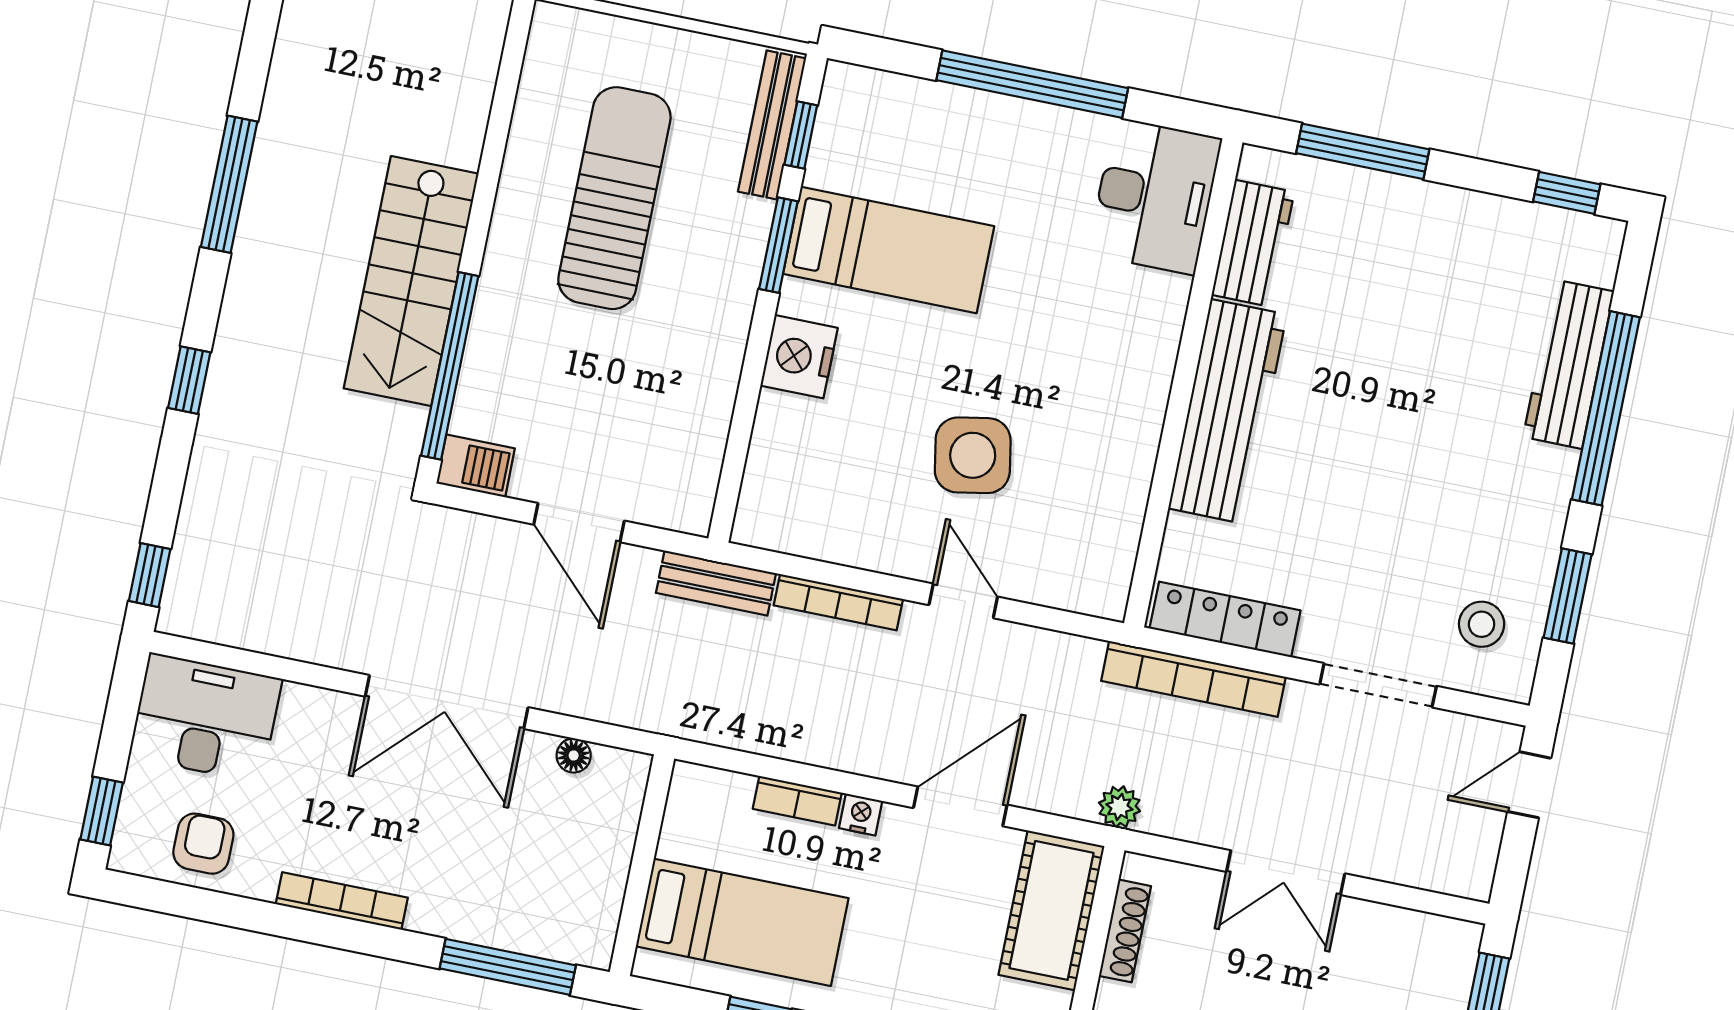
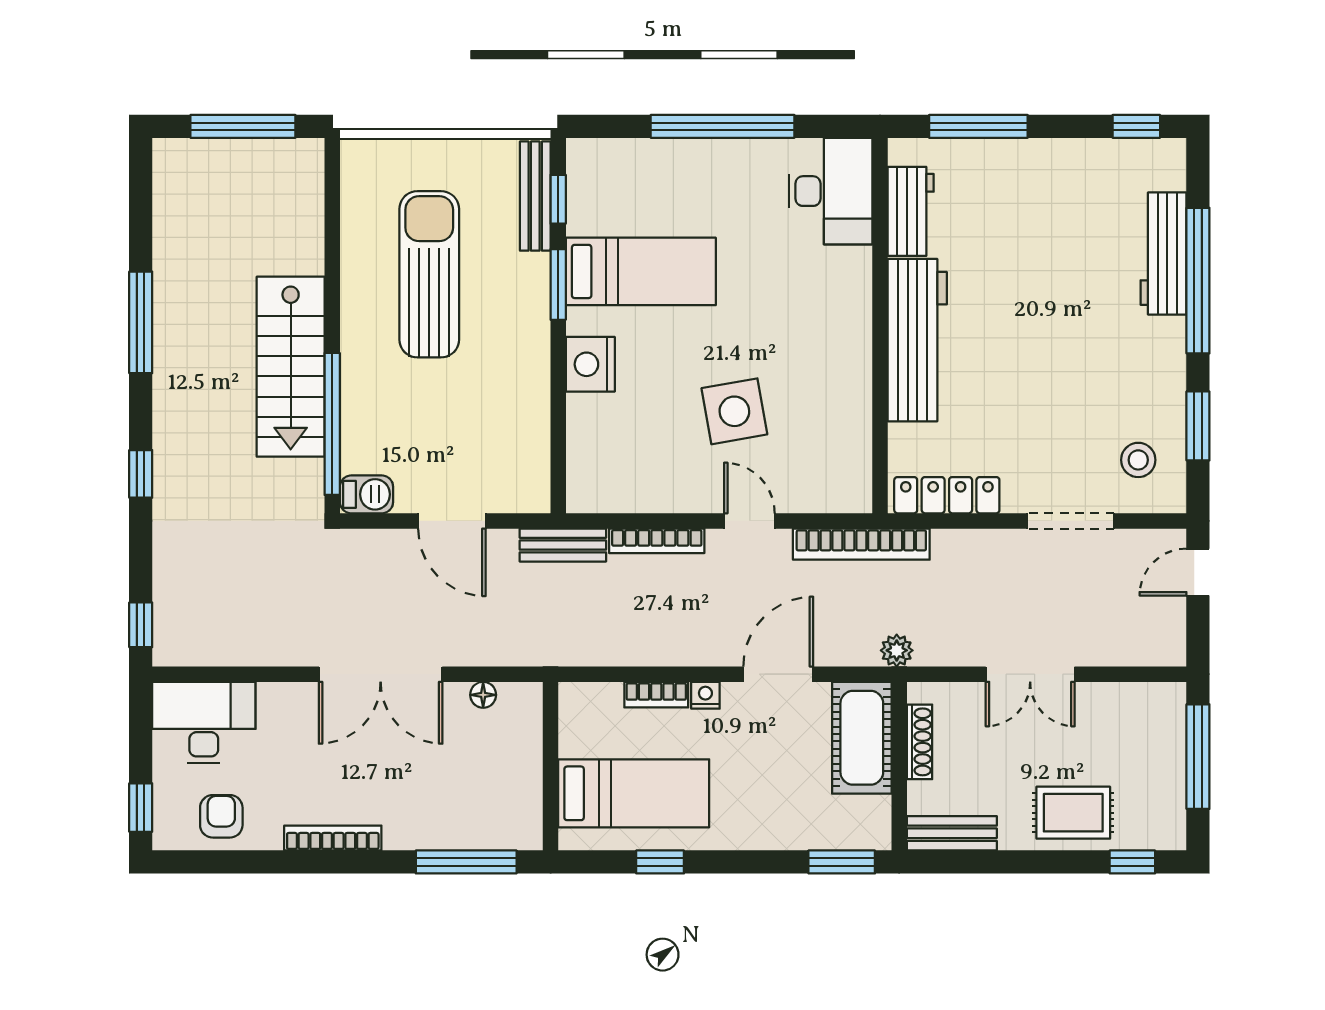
bookcase: (1193, 679) -> (861, 544), moved

